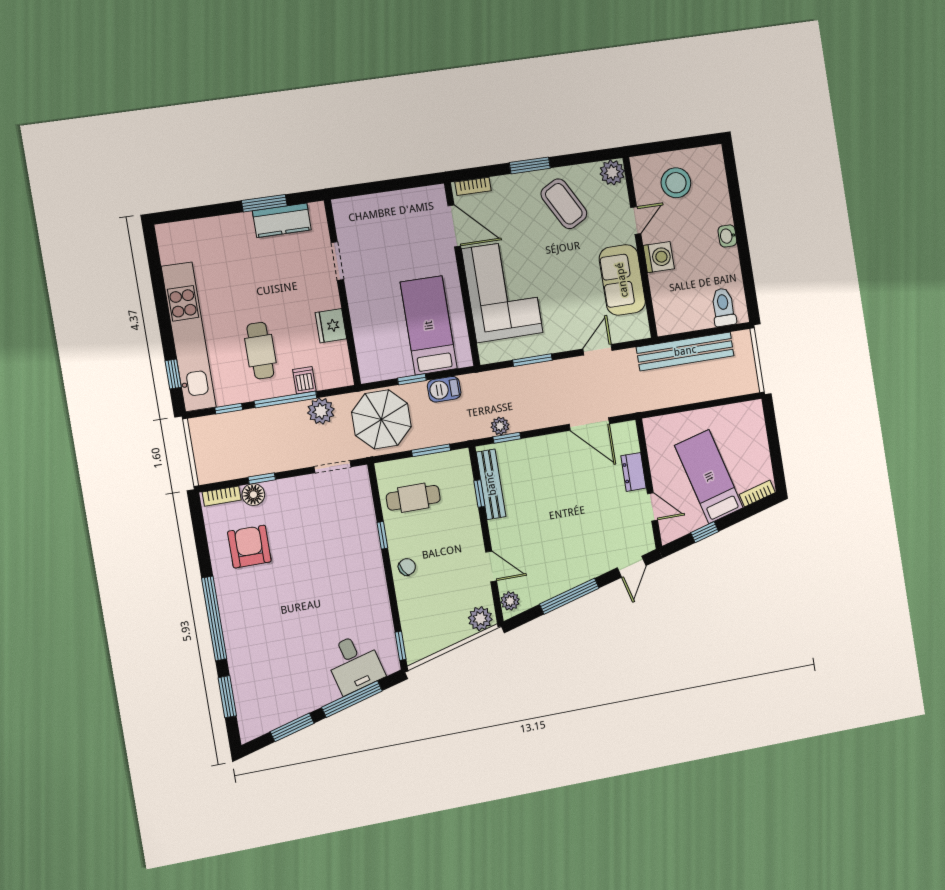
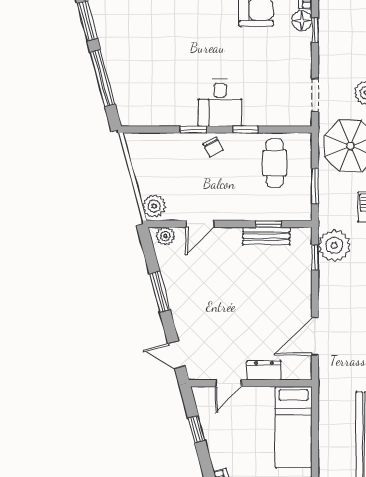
plant: (500, 426) -> (334, 245), width x1.88, depth x1.88
bed: (709, 477) -> (294, 427), moved, turned 105
bench: (491, 484) -> (266, 236), width x0.73
window: (569, 596) -> (160, 292), width x0.69
window: (401, 646) -> (193, 130), moved
desk: (354, 664) -> (220, 103), moved, turned -75

